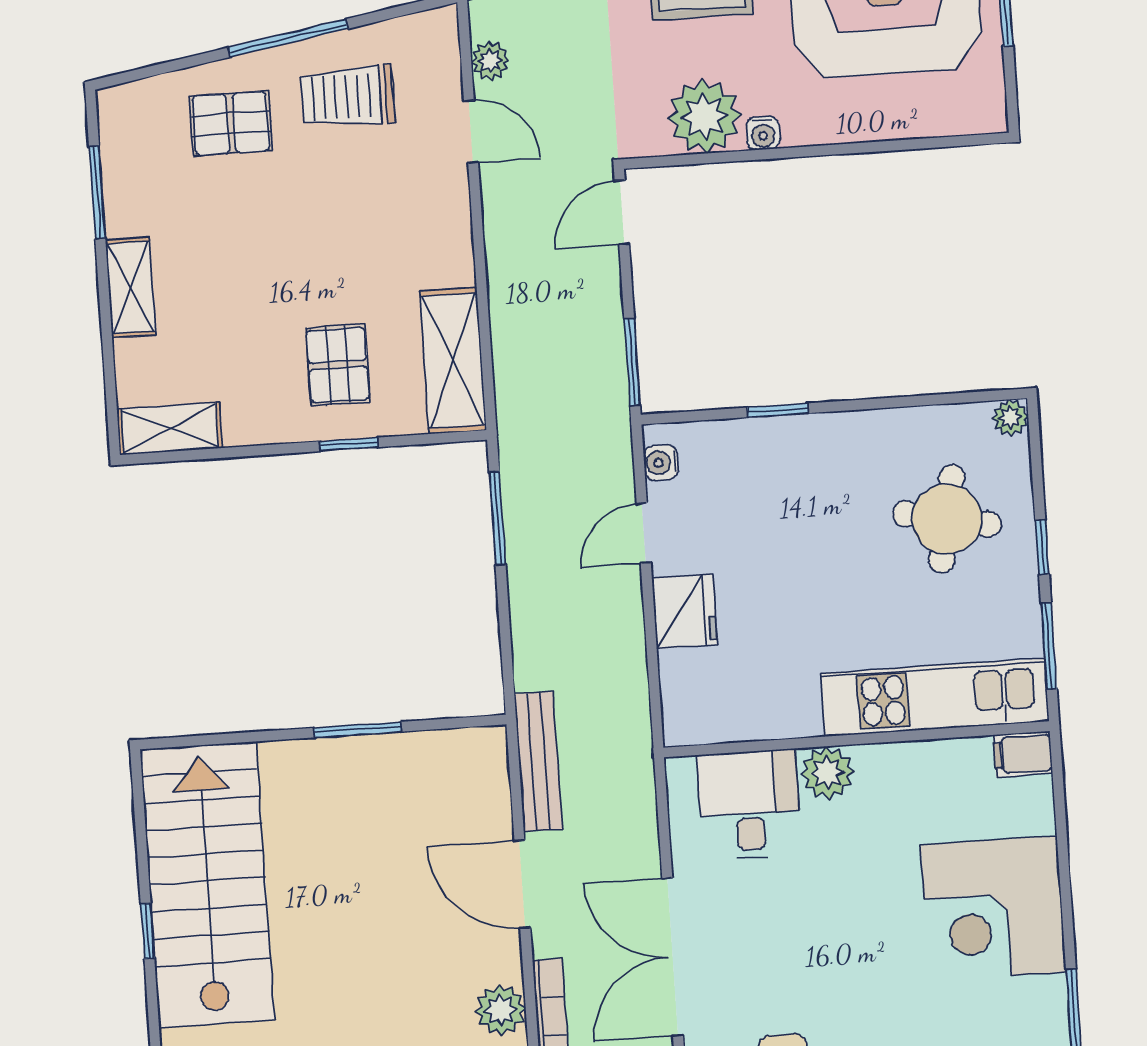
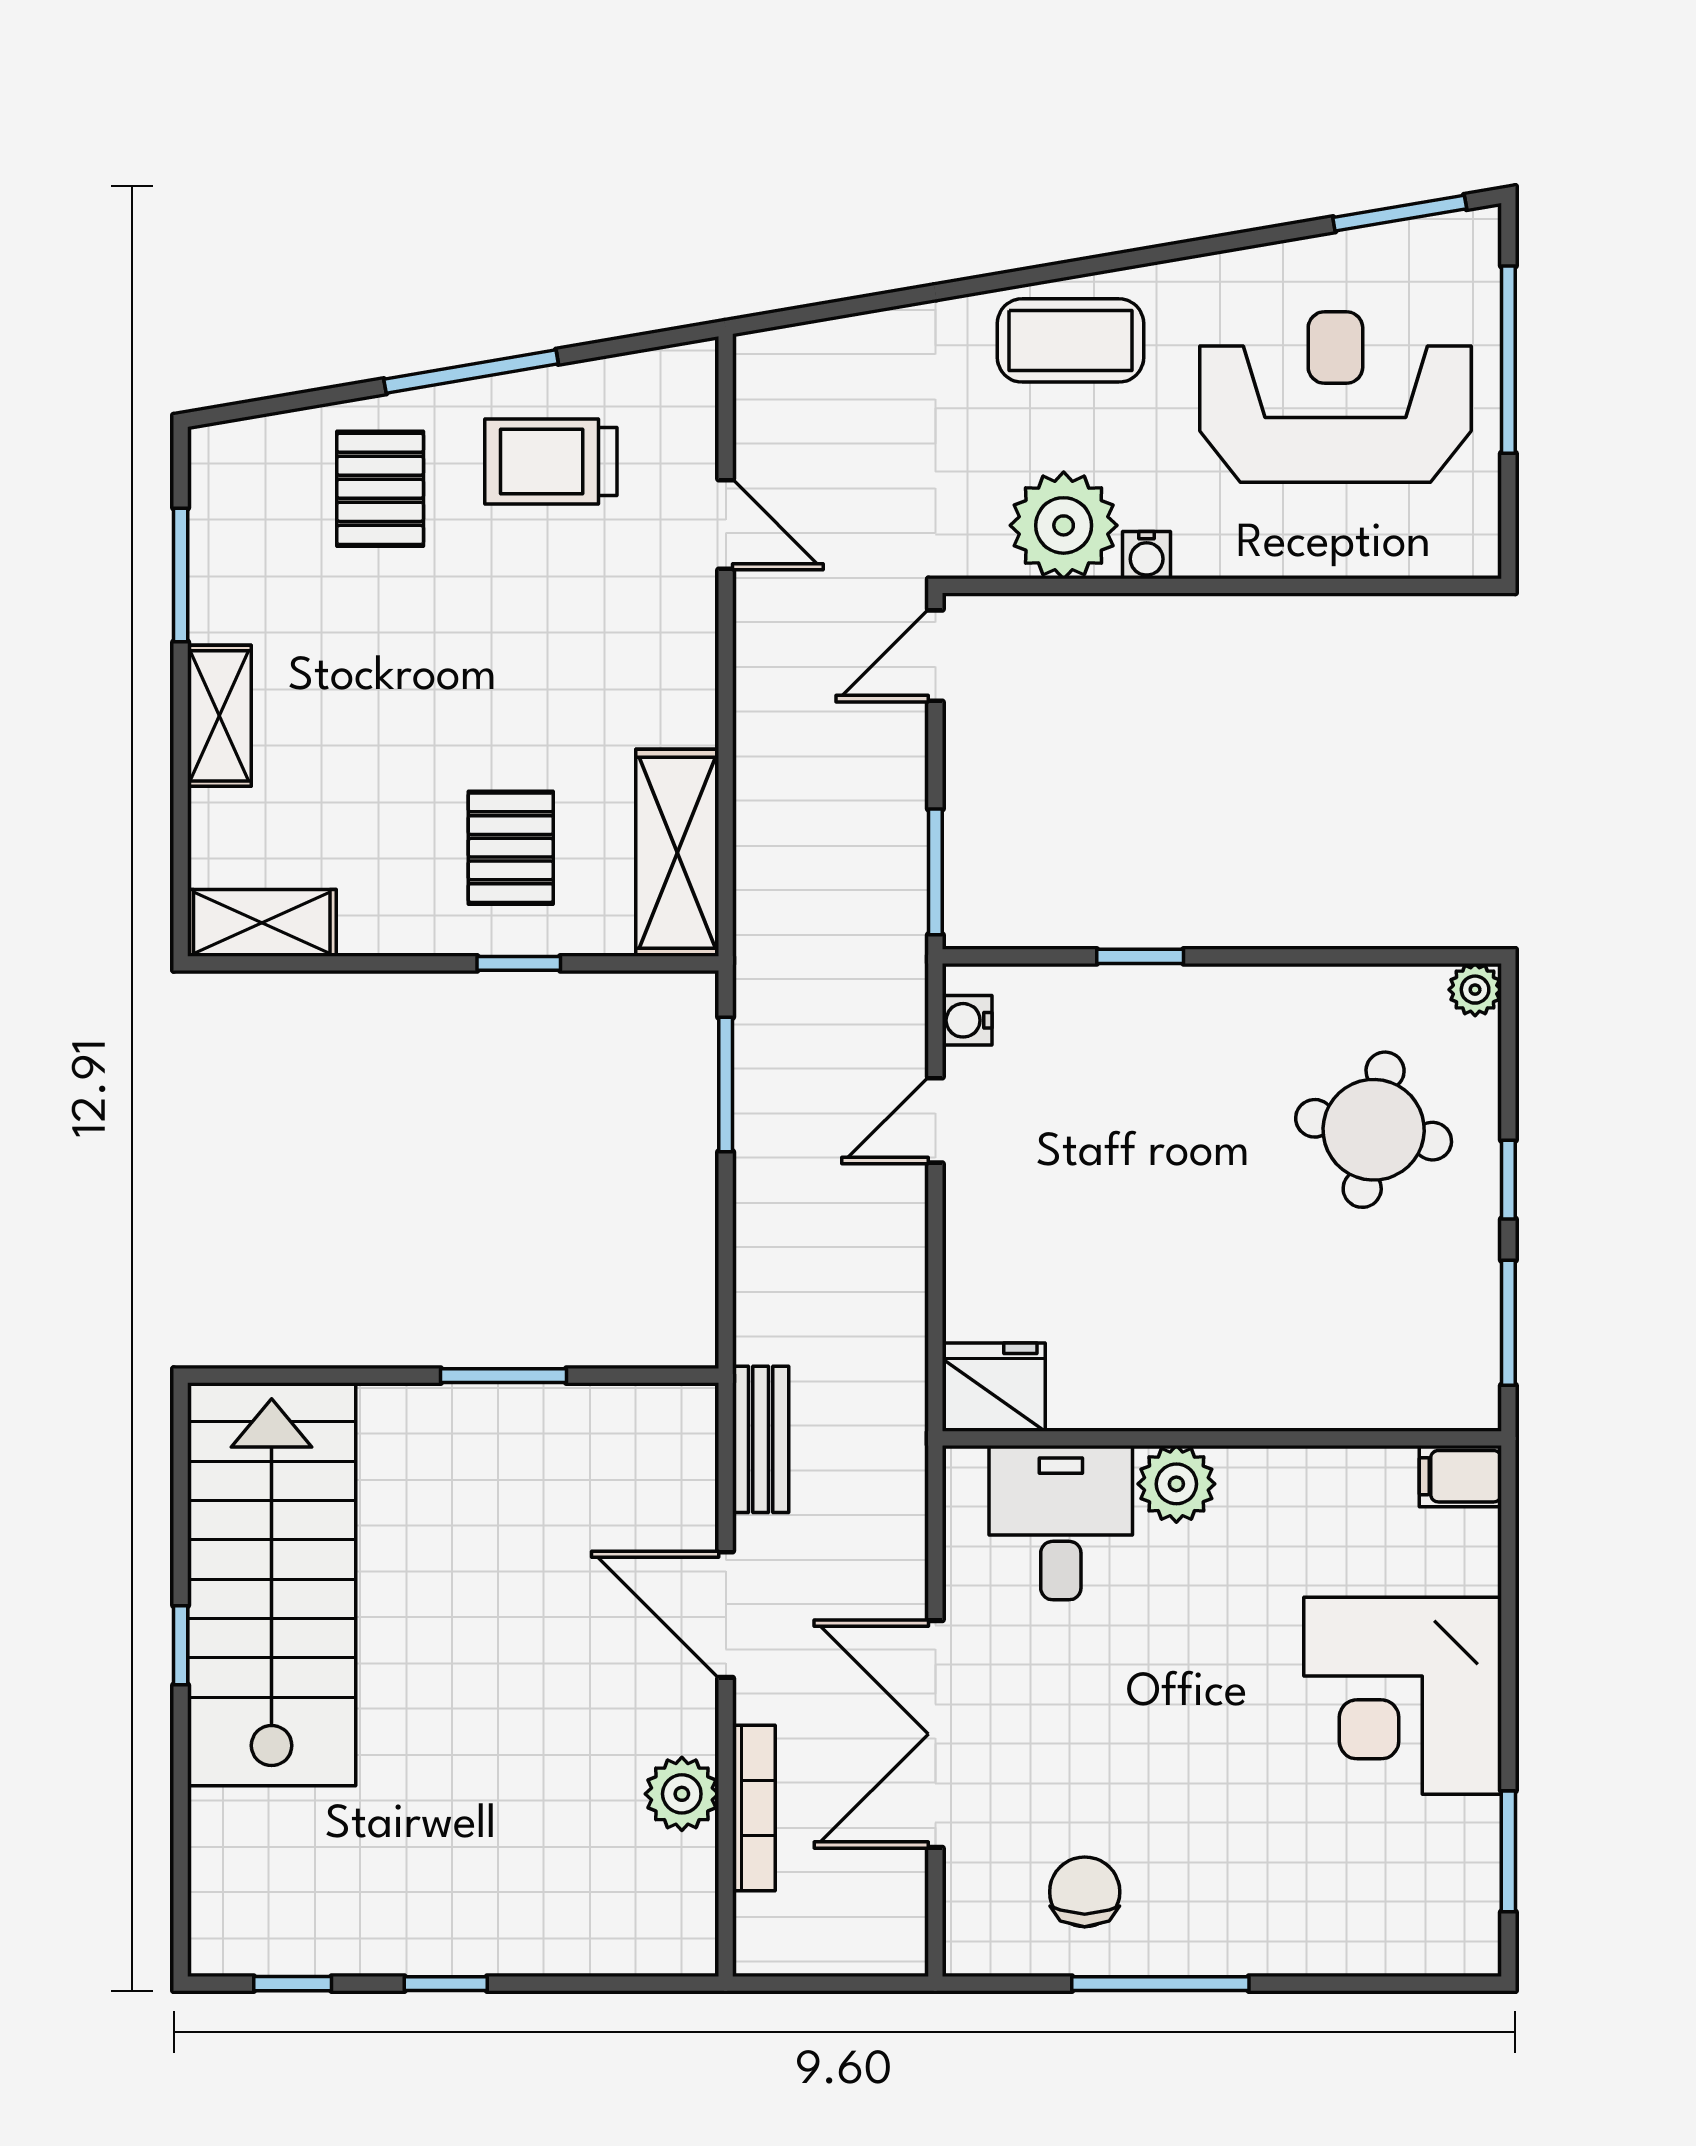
plant: (490, 61) -> (760, 424), removed
pallet: (231, 123) -> (380, 489), turned 90
fridge: (685, 611) -> (994, 1387), moved, turned -90
kitchen unit: (935, 697) -> (1339, 1386), removed
bench: (538, 762) -> (761, 1439), width x0.73

